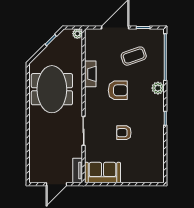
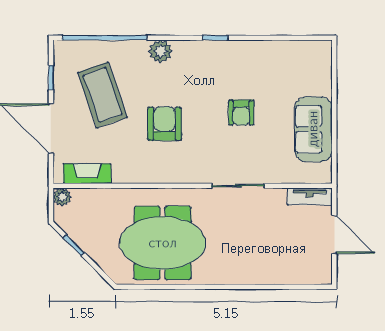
coffee table: (134, 56) -> (102, 95), width x1.36, depth x1.32
fireplace: (90, 74) -> (87, 174), moved
sofa: (103, 173) -> (313, 129), moved

